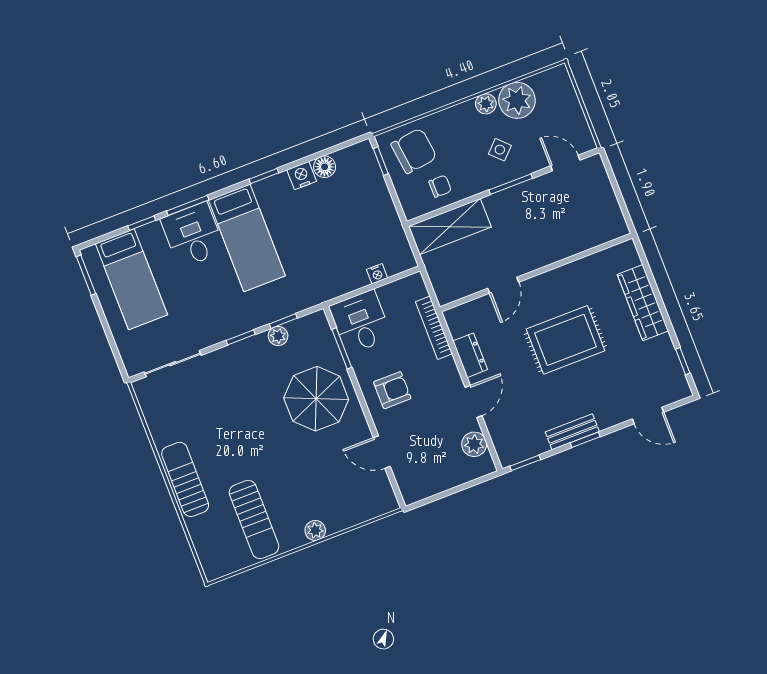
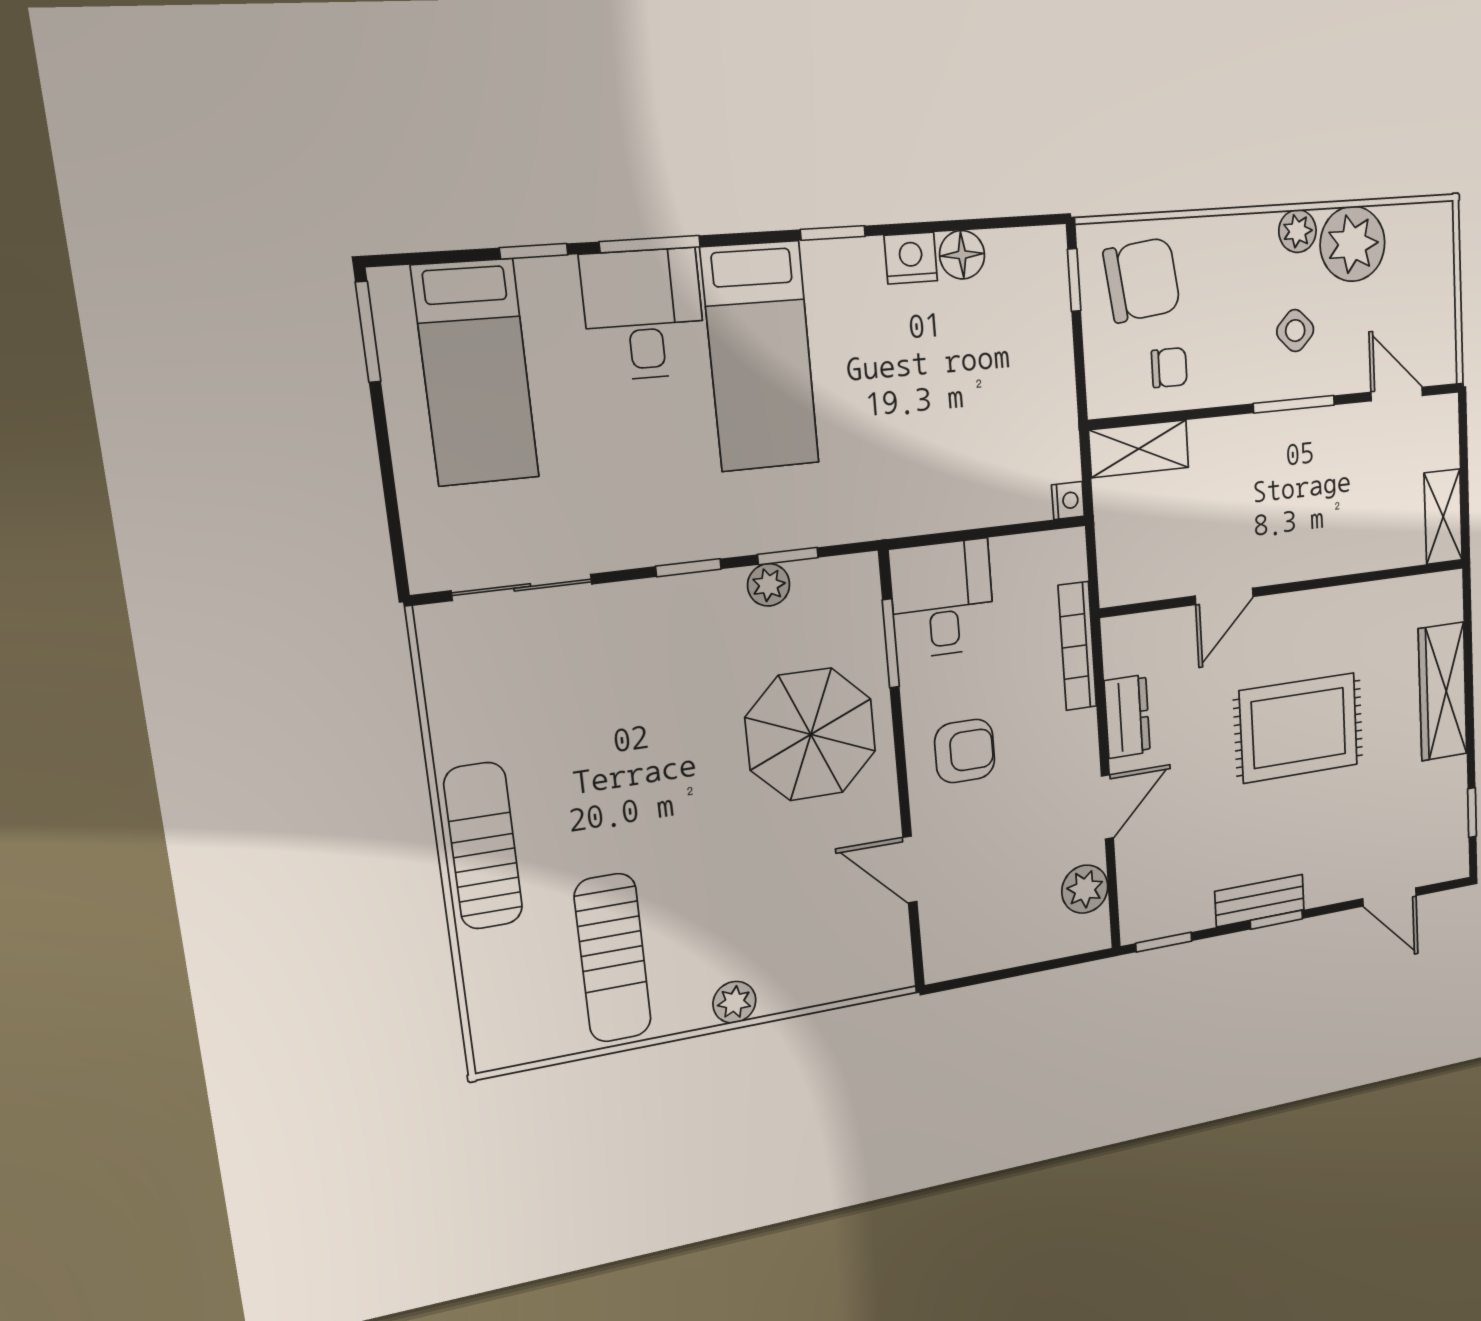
shelving: (612, 215) -> (1443, 517), added
shelving: (450, 227) -> (1139, 449), width x0.67, depth x0.75
nightstand: (377, 274) -> (1068, 501), moved, turned -90

